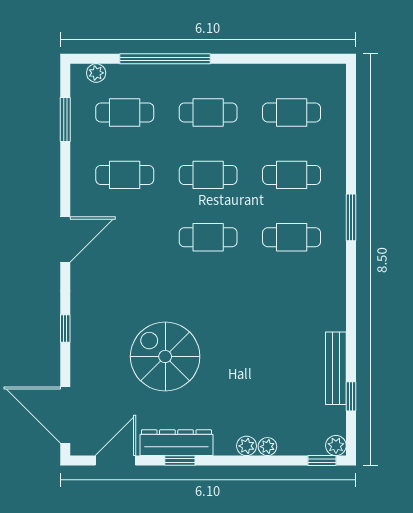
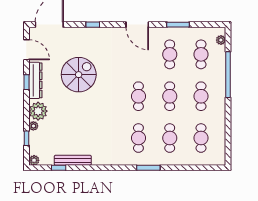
window: (65, 120) -> (178, 25), moved
plant: (247, 446) -> (38, 111), width x1.87, depth x1.87
window: (322, 461) -> (26, 138), moved

